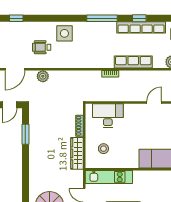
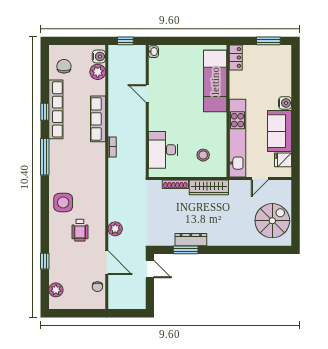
dresser: (34, 138) -> (191, 240), added
kitchen unit: (109, 177) -> (237, 138), width x1.36

